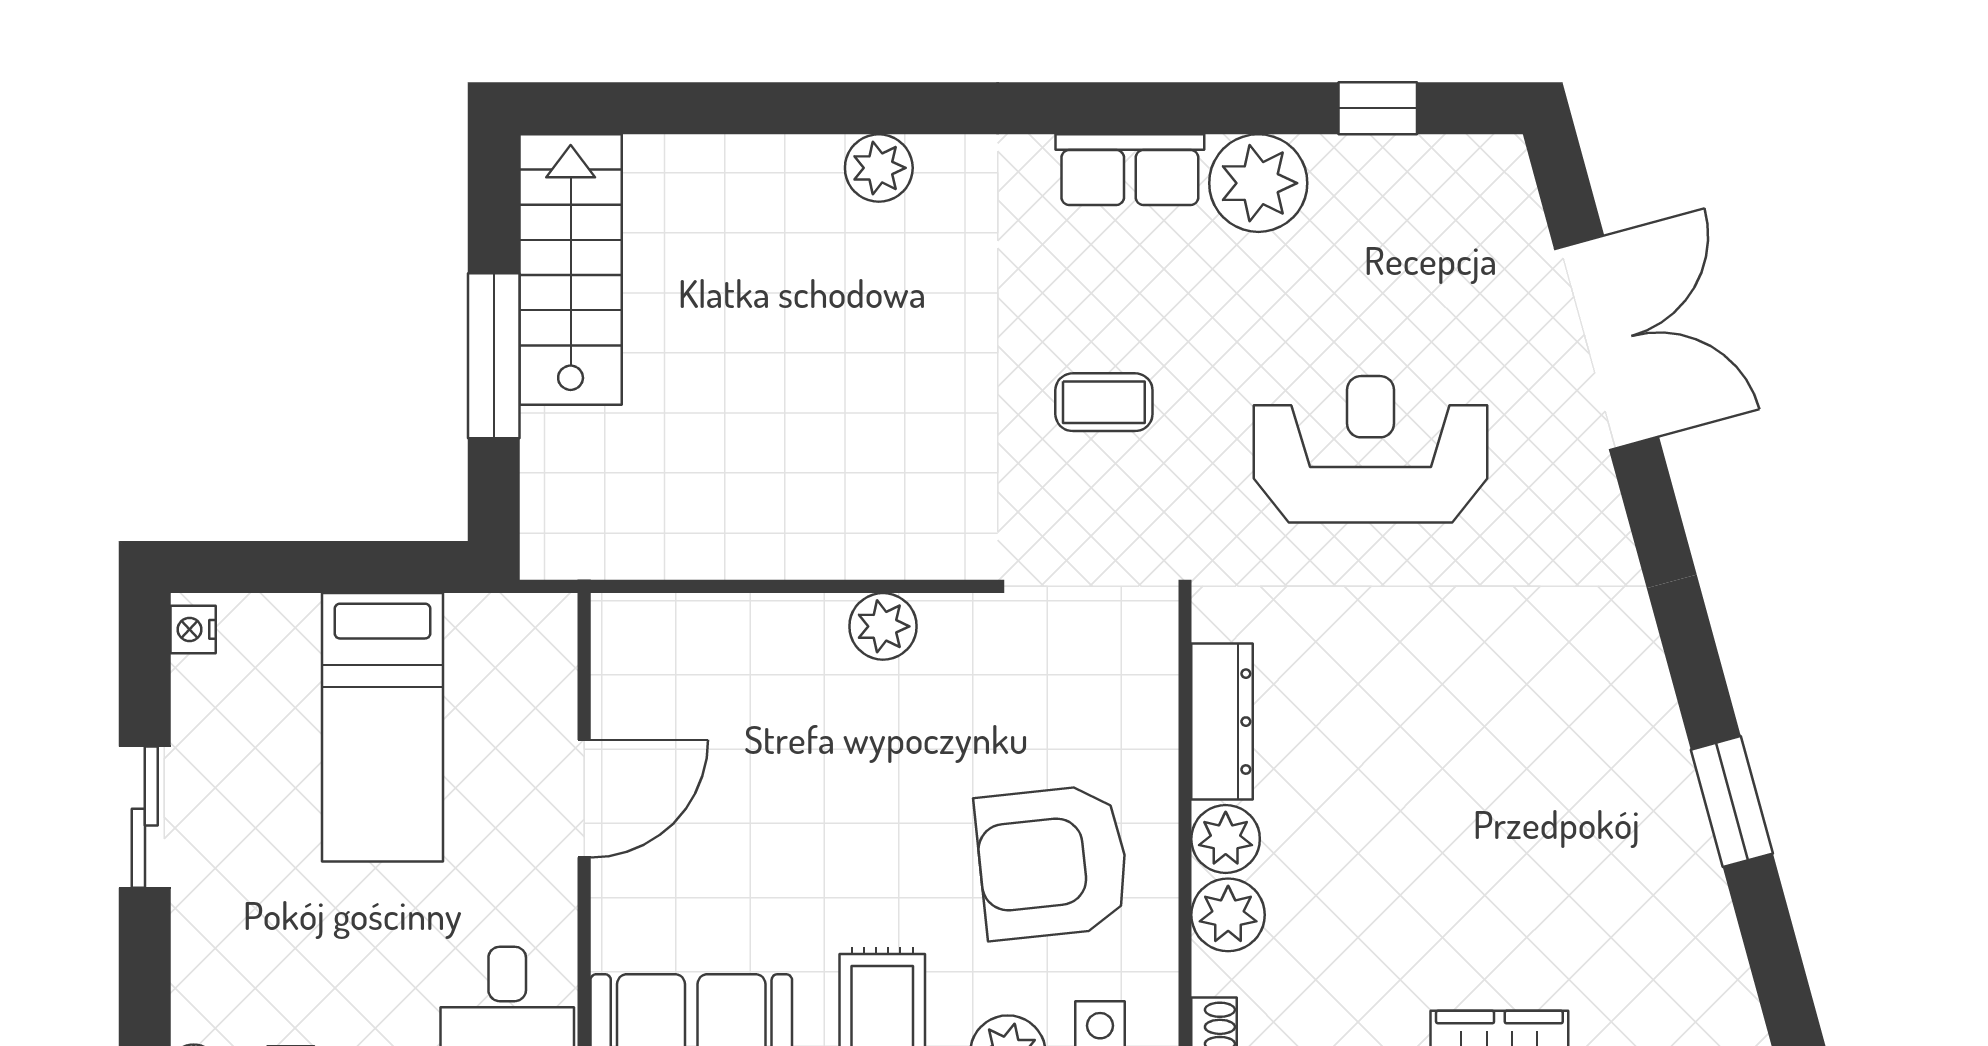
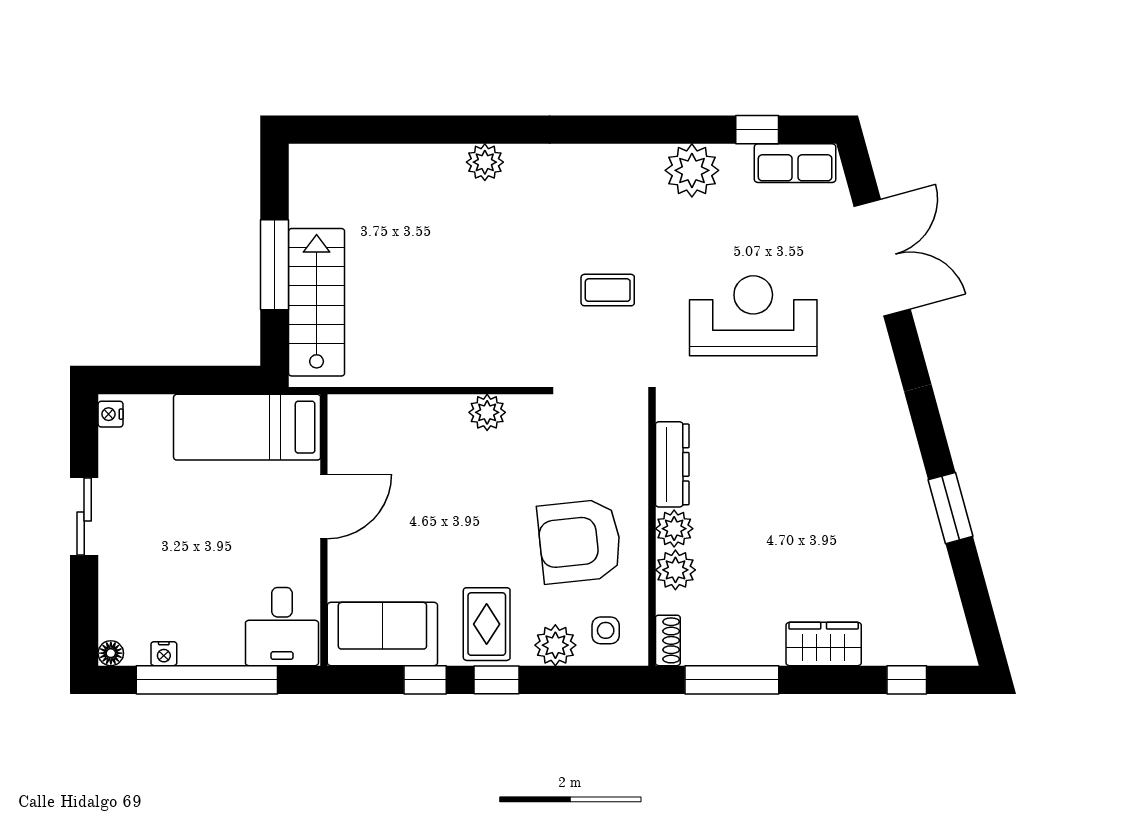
row of seats: (1130, 170) -> (795, 163), moved
stairs: (571, 269) -> (317, 302), moved
bed: (382, 727) -> (247, 427), moved, turned 90

